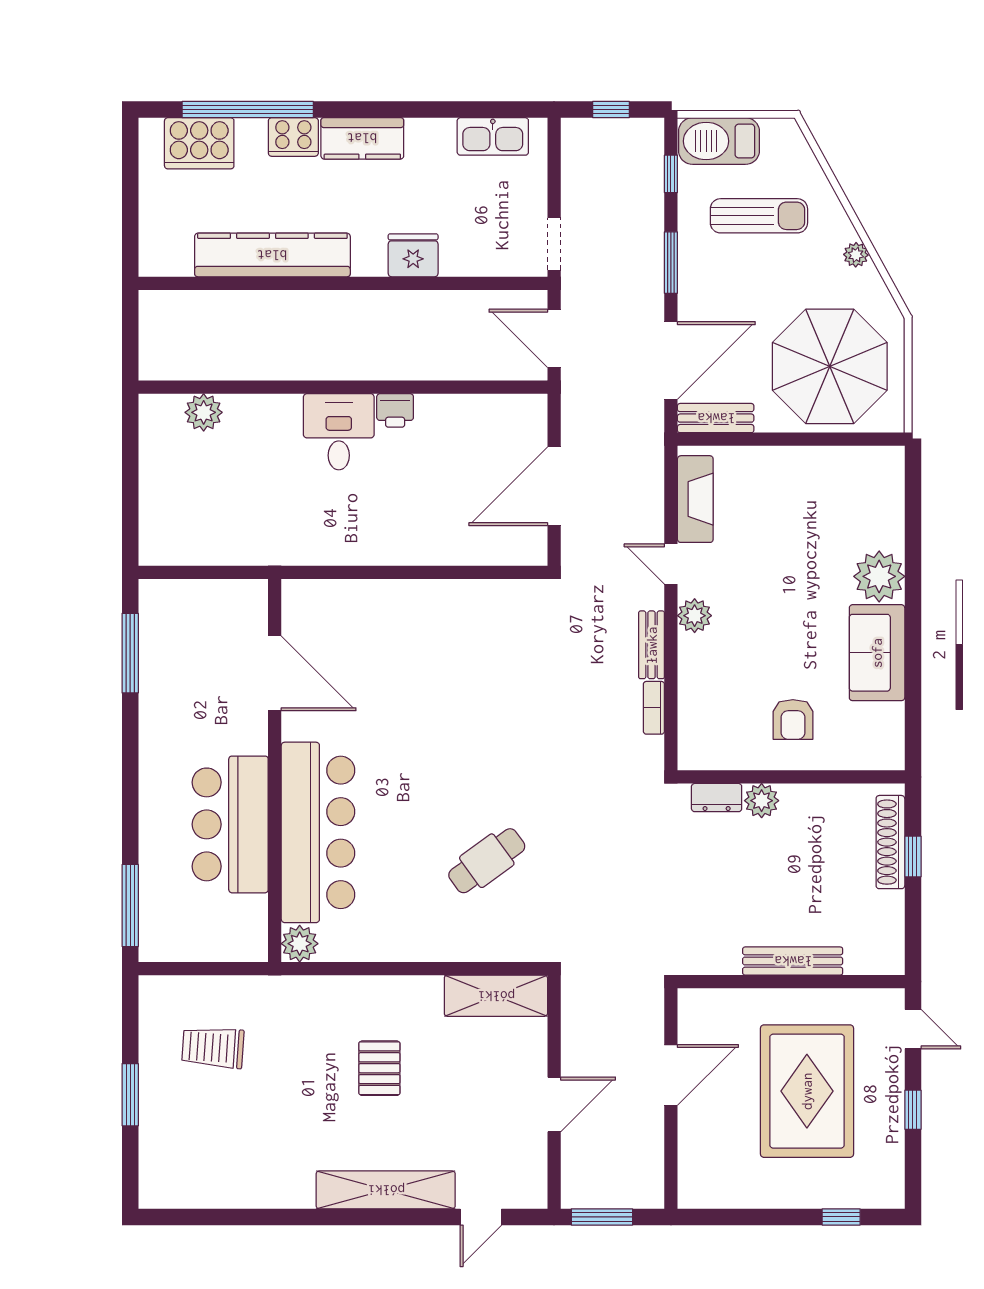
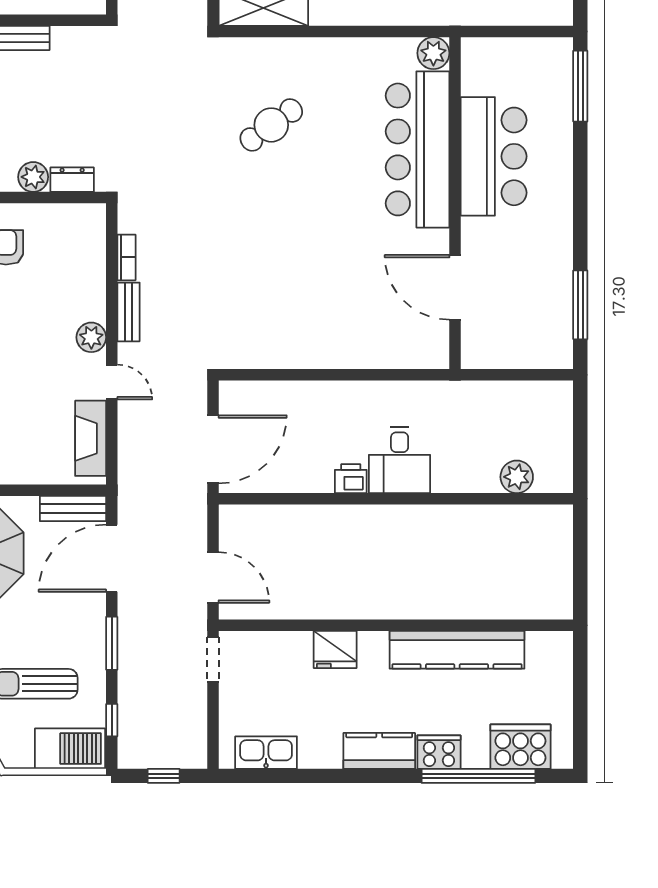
wall: (343, 387) -> (396, 499), moved
printer: (395, 410) -> (351, 479), moved
plant: (204, 412) -> (517, 477), moved
desk: (339, 432) -> (400, 460), moved

